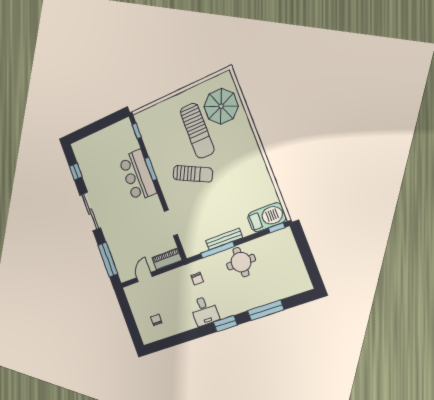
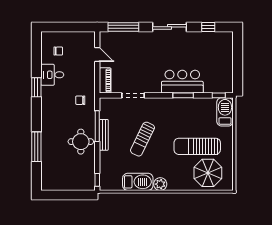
barbecue: (150, 117) -> (225, 112), added
plant: (254, 154) -> (160, 184), added
sun lounger: (193, 174) -> (142, 139), moved
barbecue: (267, 217) -> (138, 182), moved, turned -90
desk: (204, 311) -> (52, 75), moved
window: (225, 324) -> (36, 87), moved

